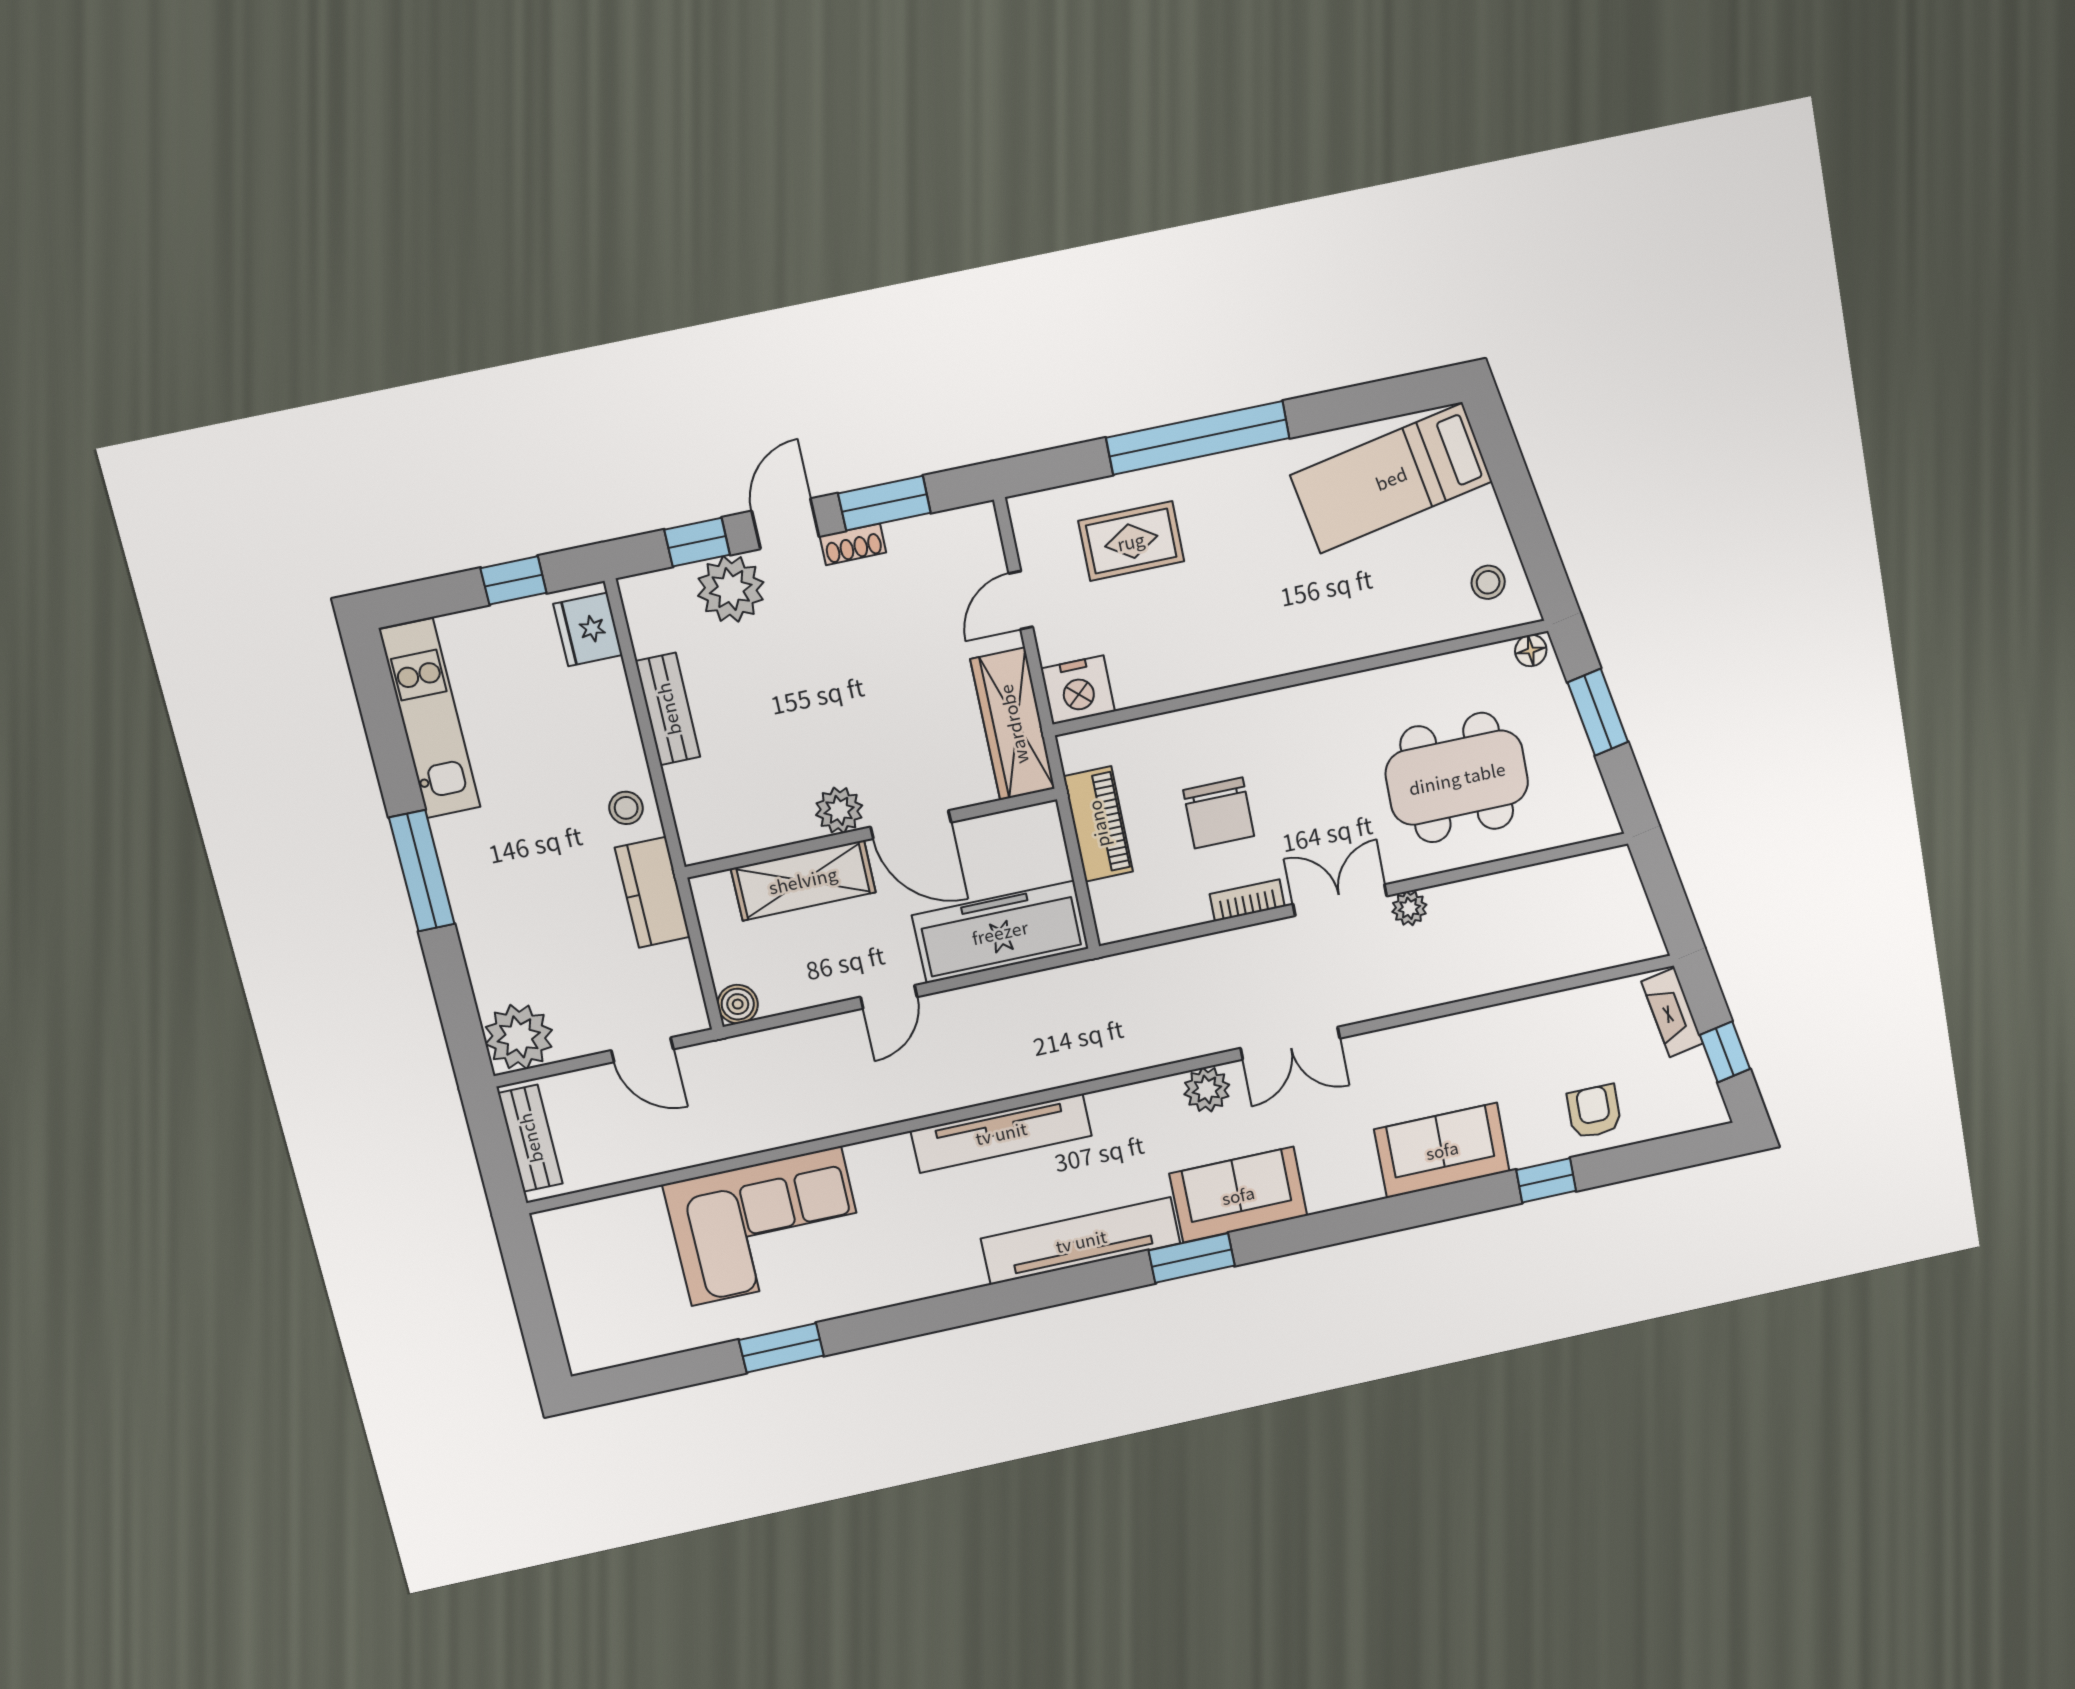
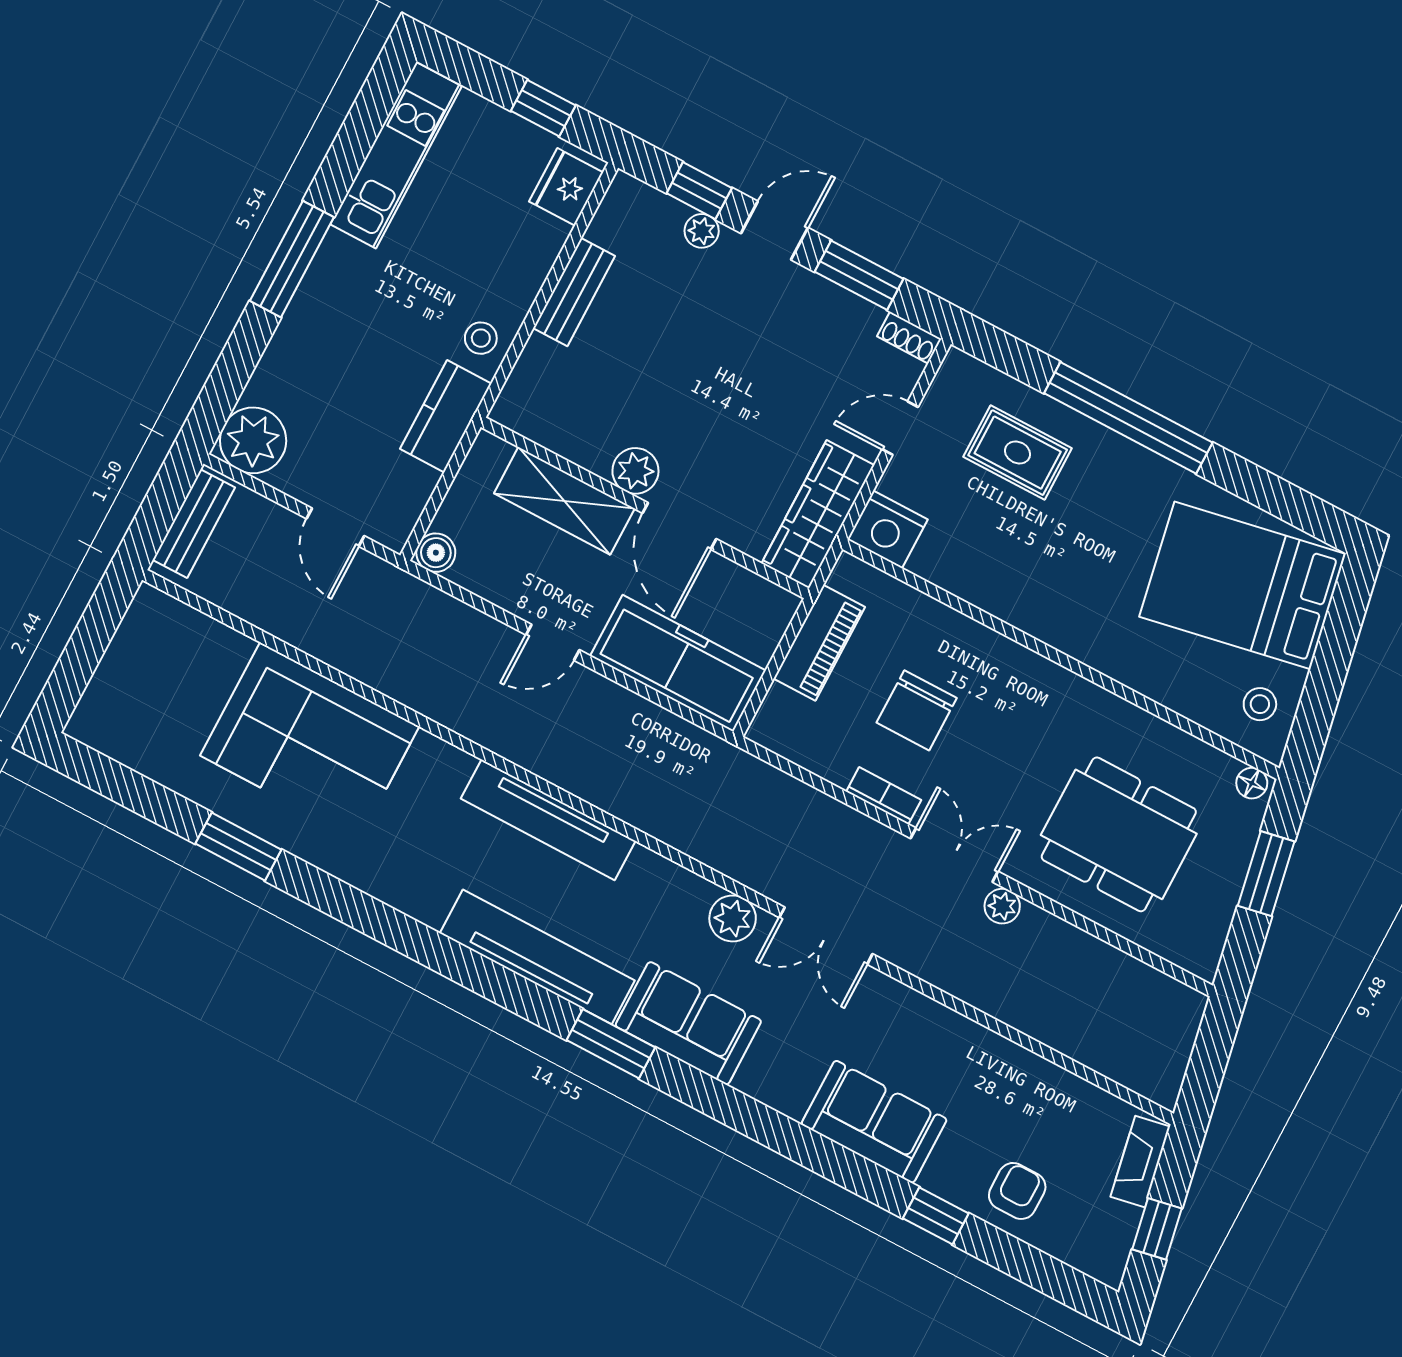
bed: (1391, 478) -> (1242, 585), width x1.50
shoe rack: (853, 544) -> (909, 338), moved
plant: (731, 589) -> (702, 231), width x0.53, depth x0.53

